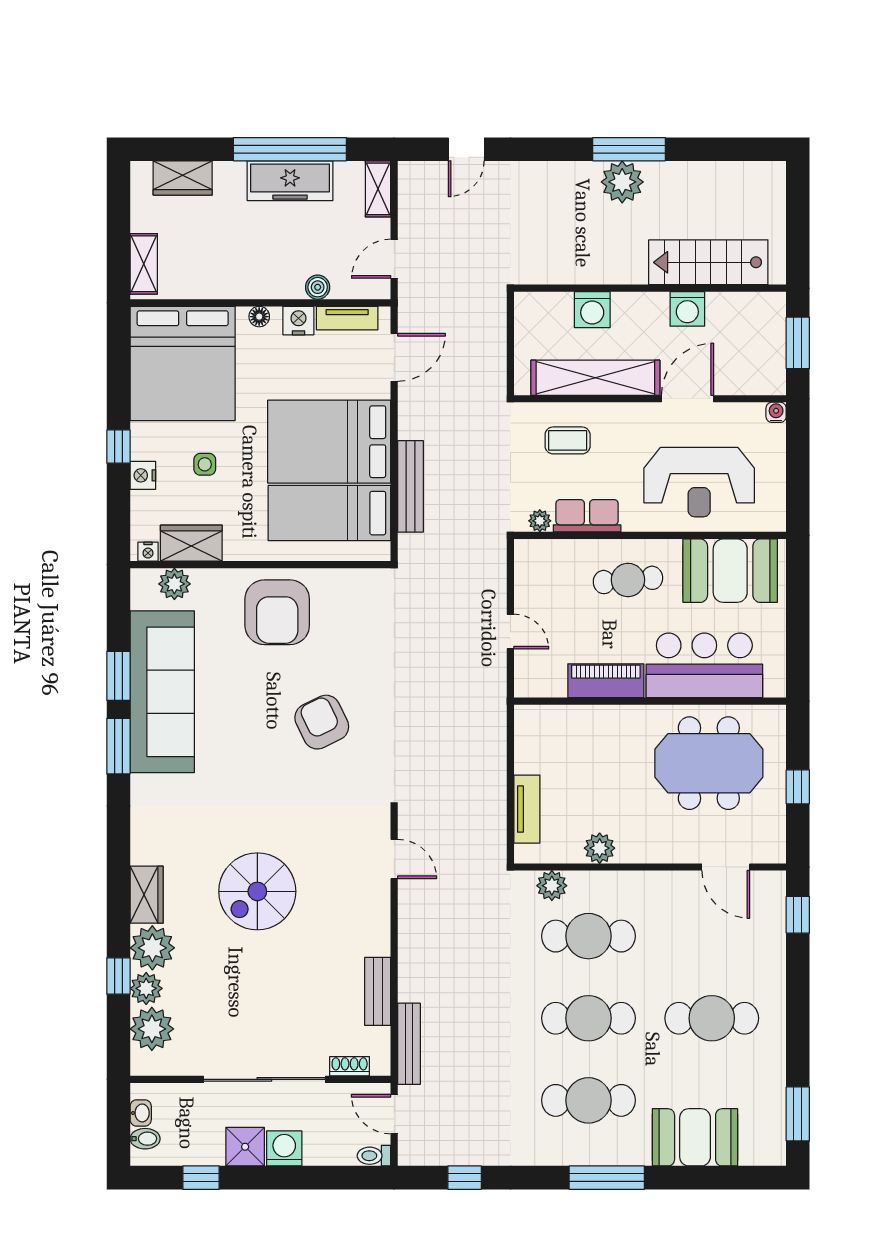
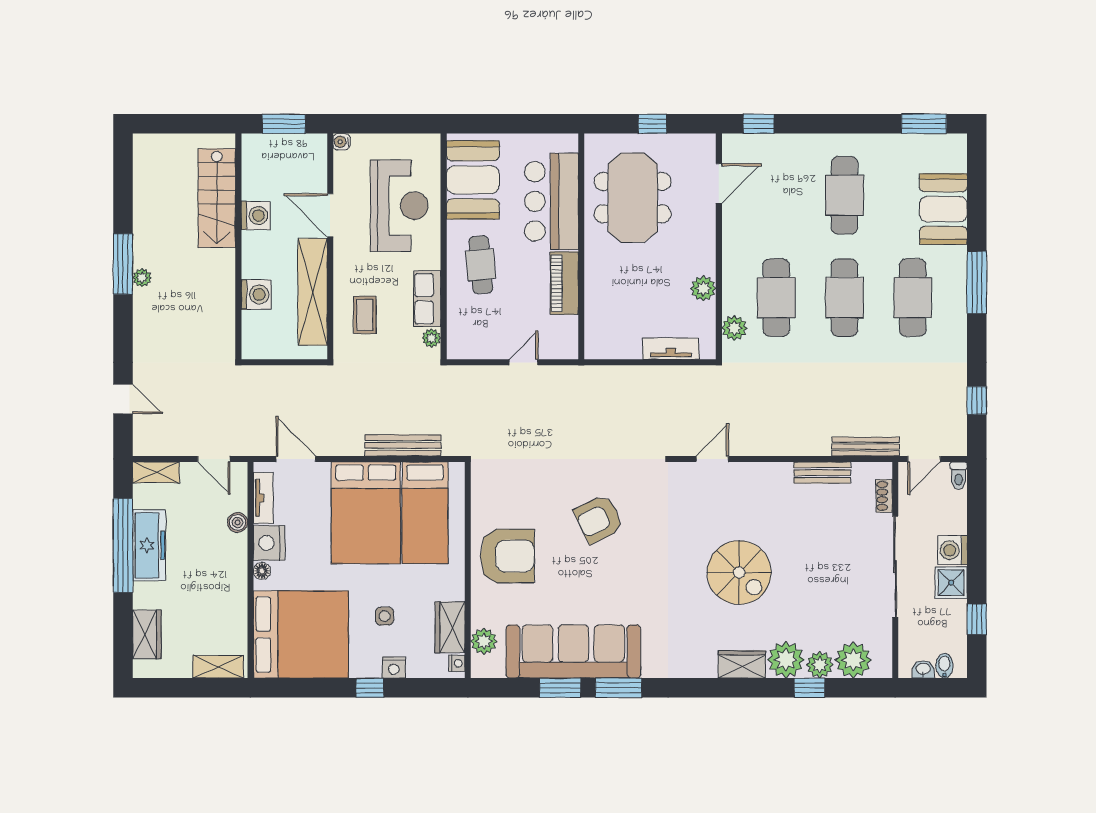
plant: (622, 182) -> (142, 278), width x0.53, depth x0.53
nightstand: (298, 321) -> (269, 543), width x1.36, depth x1.33

